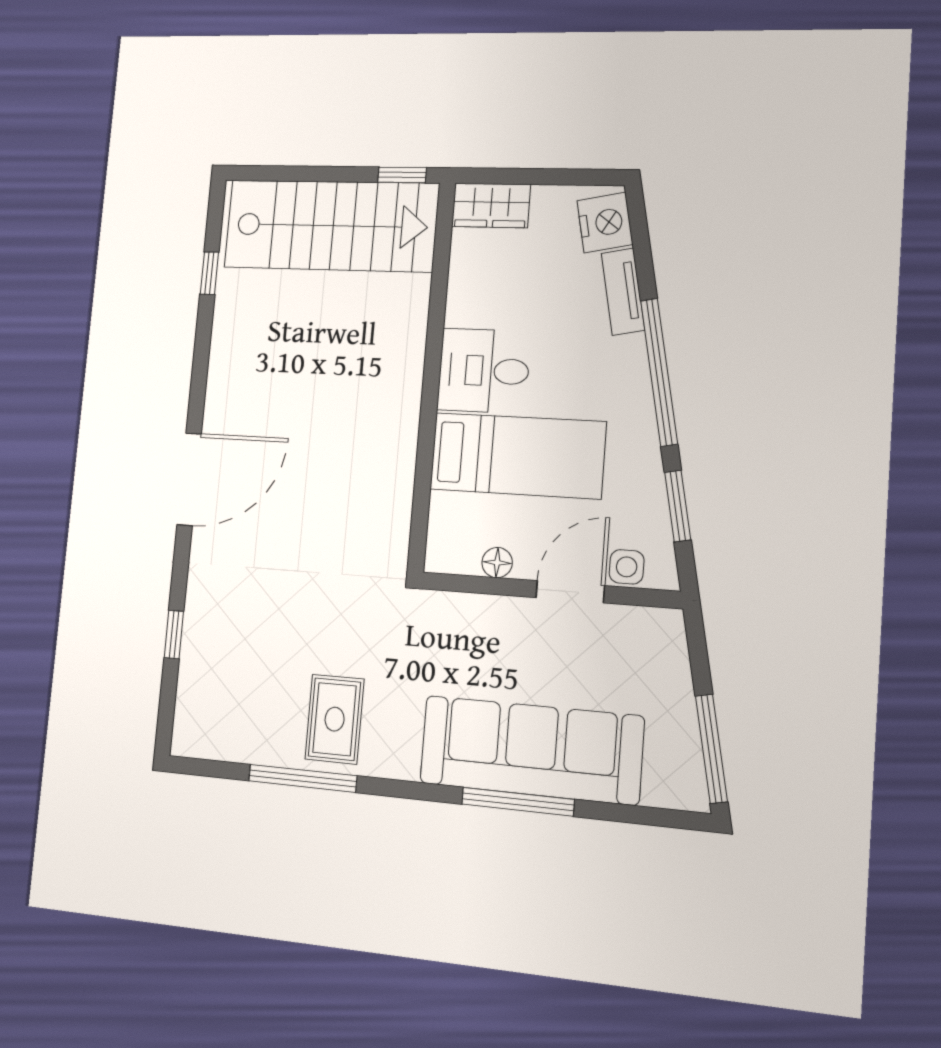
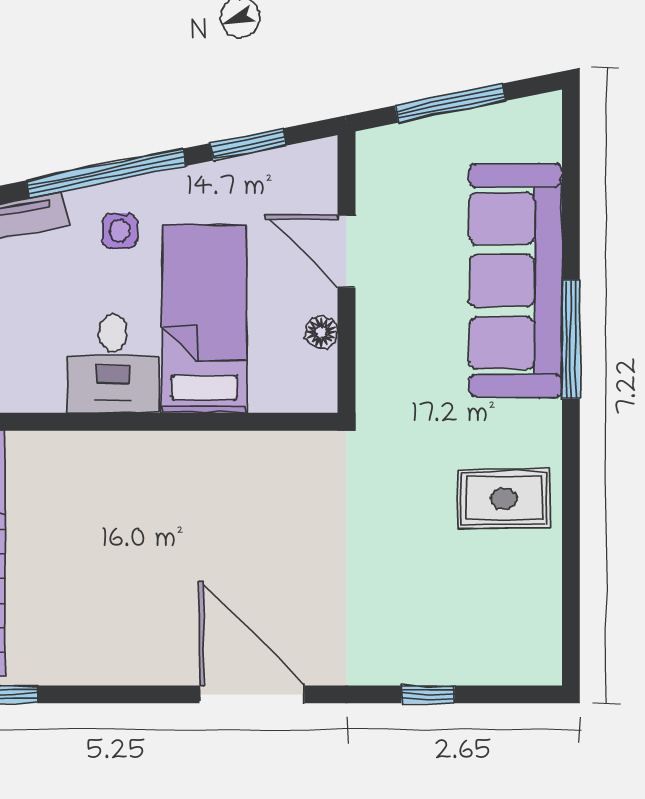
side table: (627, 567) -> (120, 231), moved
window: (711, 749) -> (450, 103), moved
window: (303, 778) -> (571, 529), removed
window: (518, 802) -> (571, 339), moved

